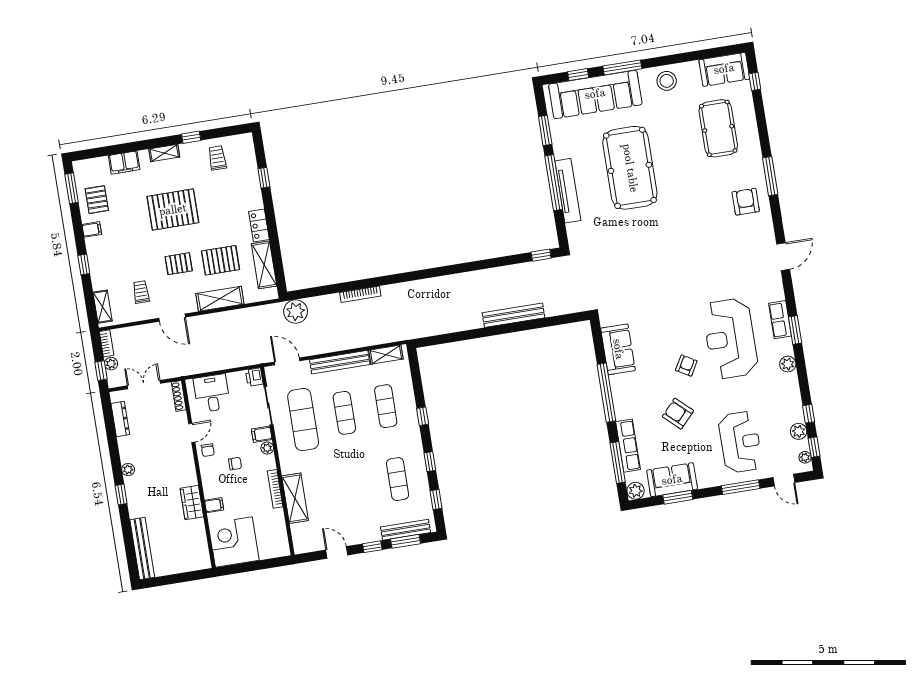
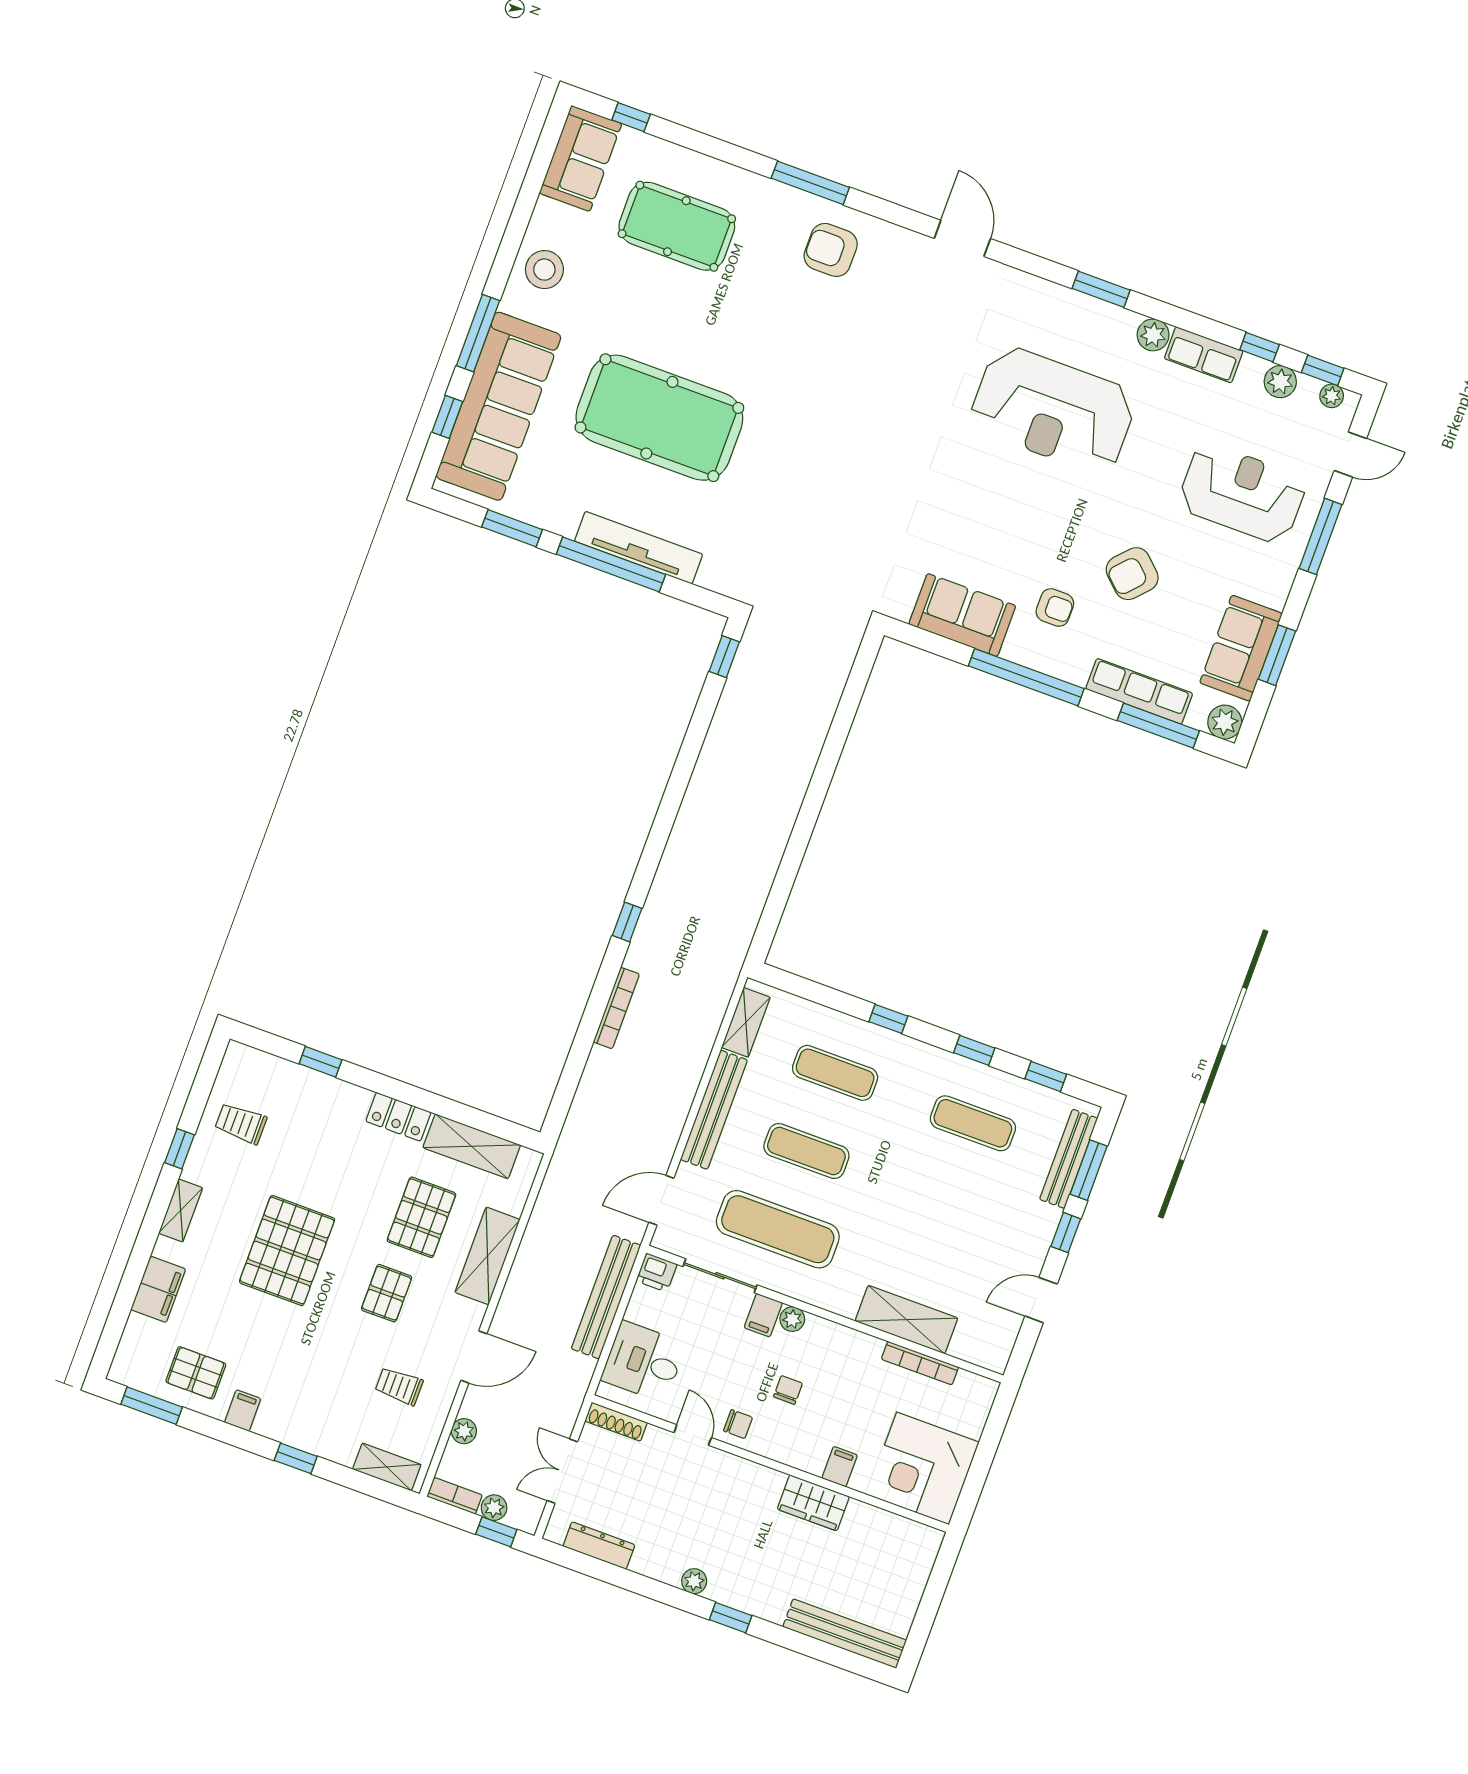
window: (401, 278) -> (627, 922), added
plant: (296, 312) -> (464, 1431), moved, width x0.53, depth x0.53
bench: (513, 315) -> (606, 1297), moved
row of seats: (780, 320) -> (1204, 355), moved
armchair: (686, 366) -> (1055, 607), moved, turned 150
bookcase: (275, 489) -> (920, 1363), moved

